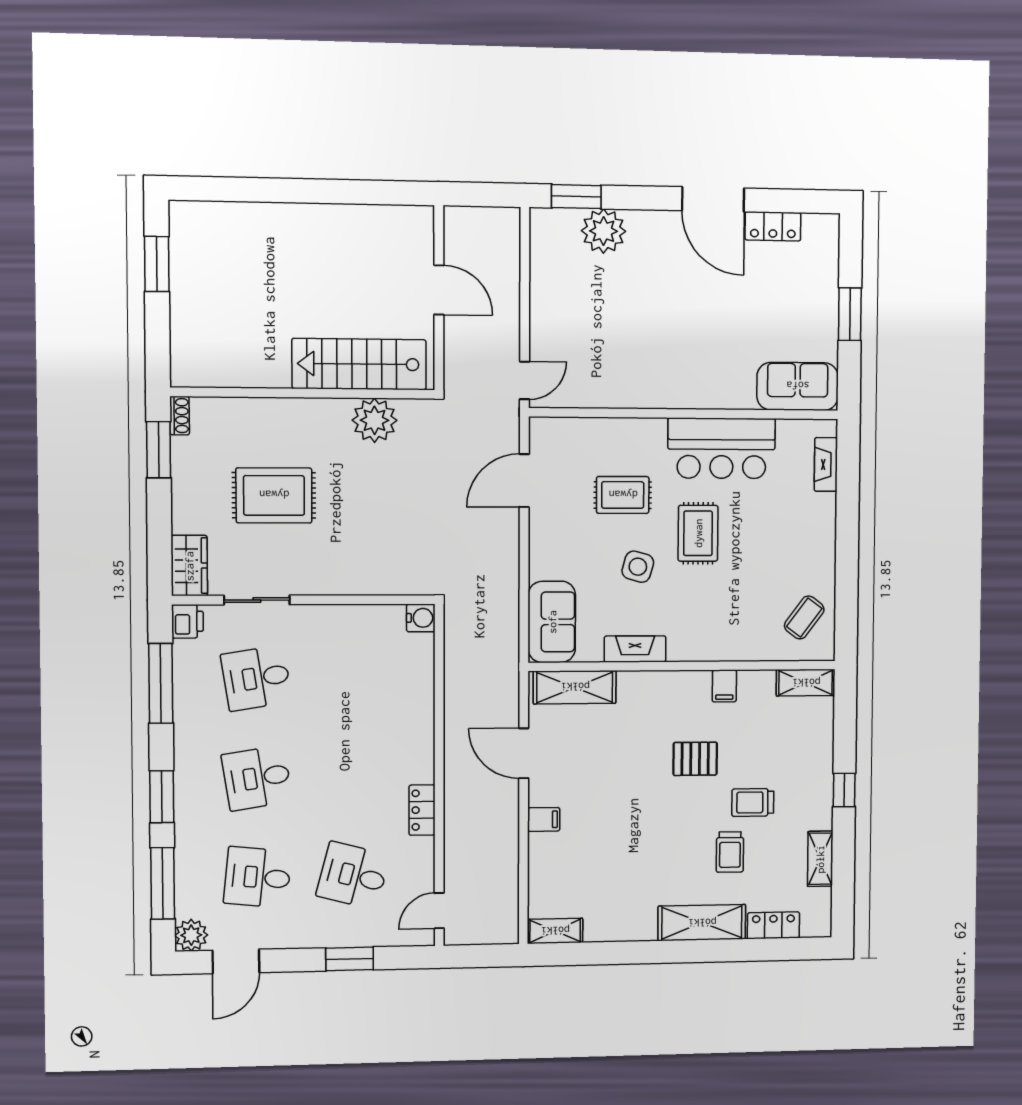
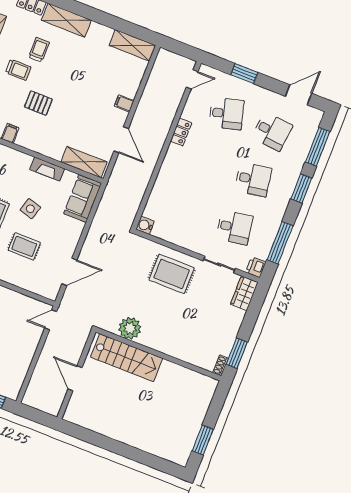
rug: (274, 495) -> (172, 274), moved
desk: (353, 876) -> (226, 114), turned -30
shelving: (555, 931) -> (132, 45), width x1.50, depth x1.33
plant: (191, 935) -> (314, 116), removed

